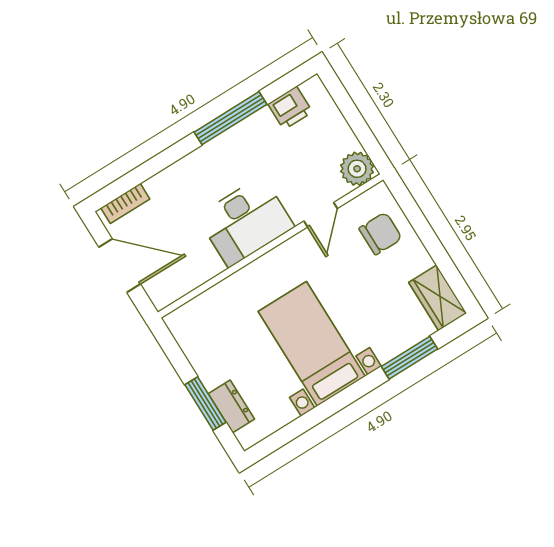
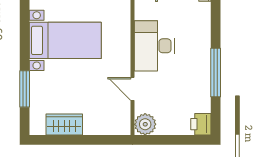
printer: (290, 108) -> (201, 124), moved
chair: (380, 233) -> (102, 115), removed
wardrobe: (438, 298) -> (64, 124), moved

